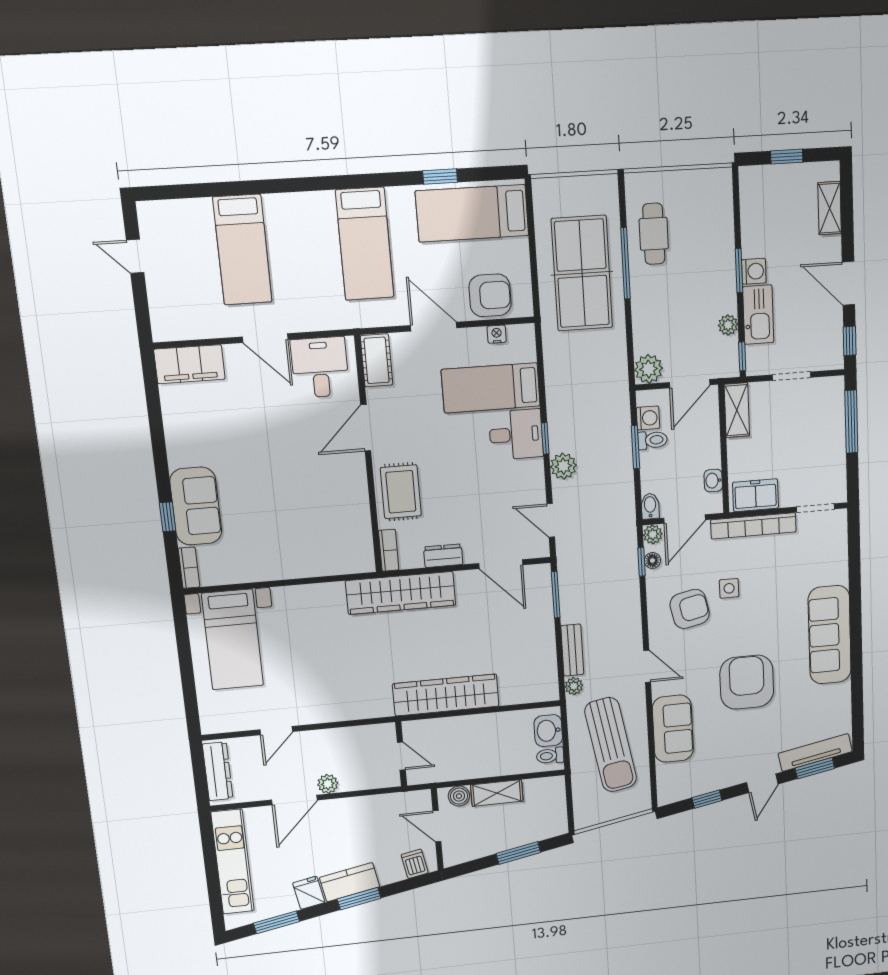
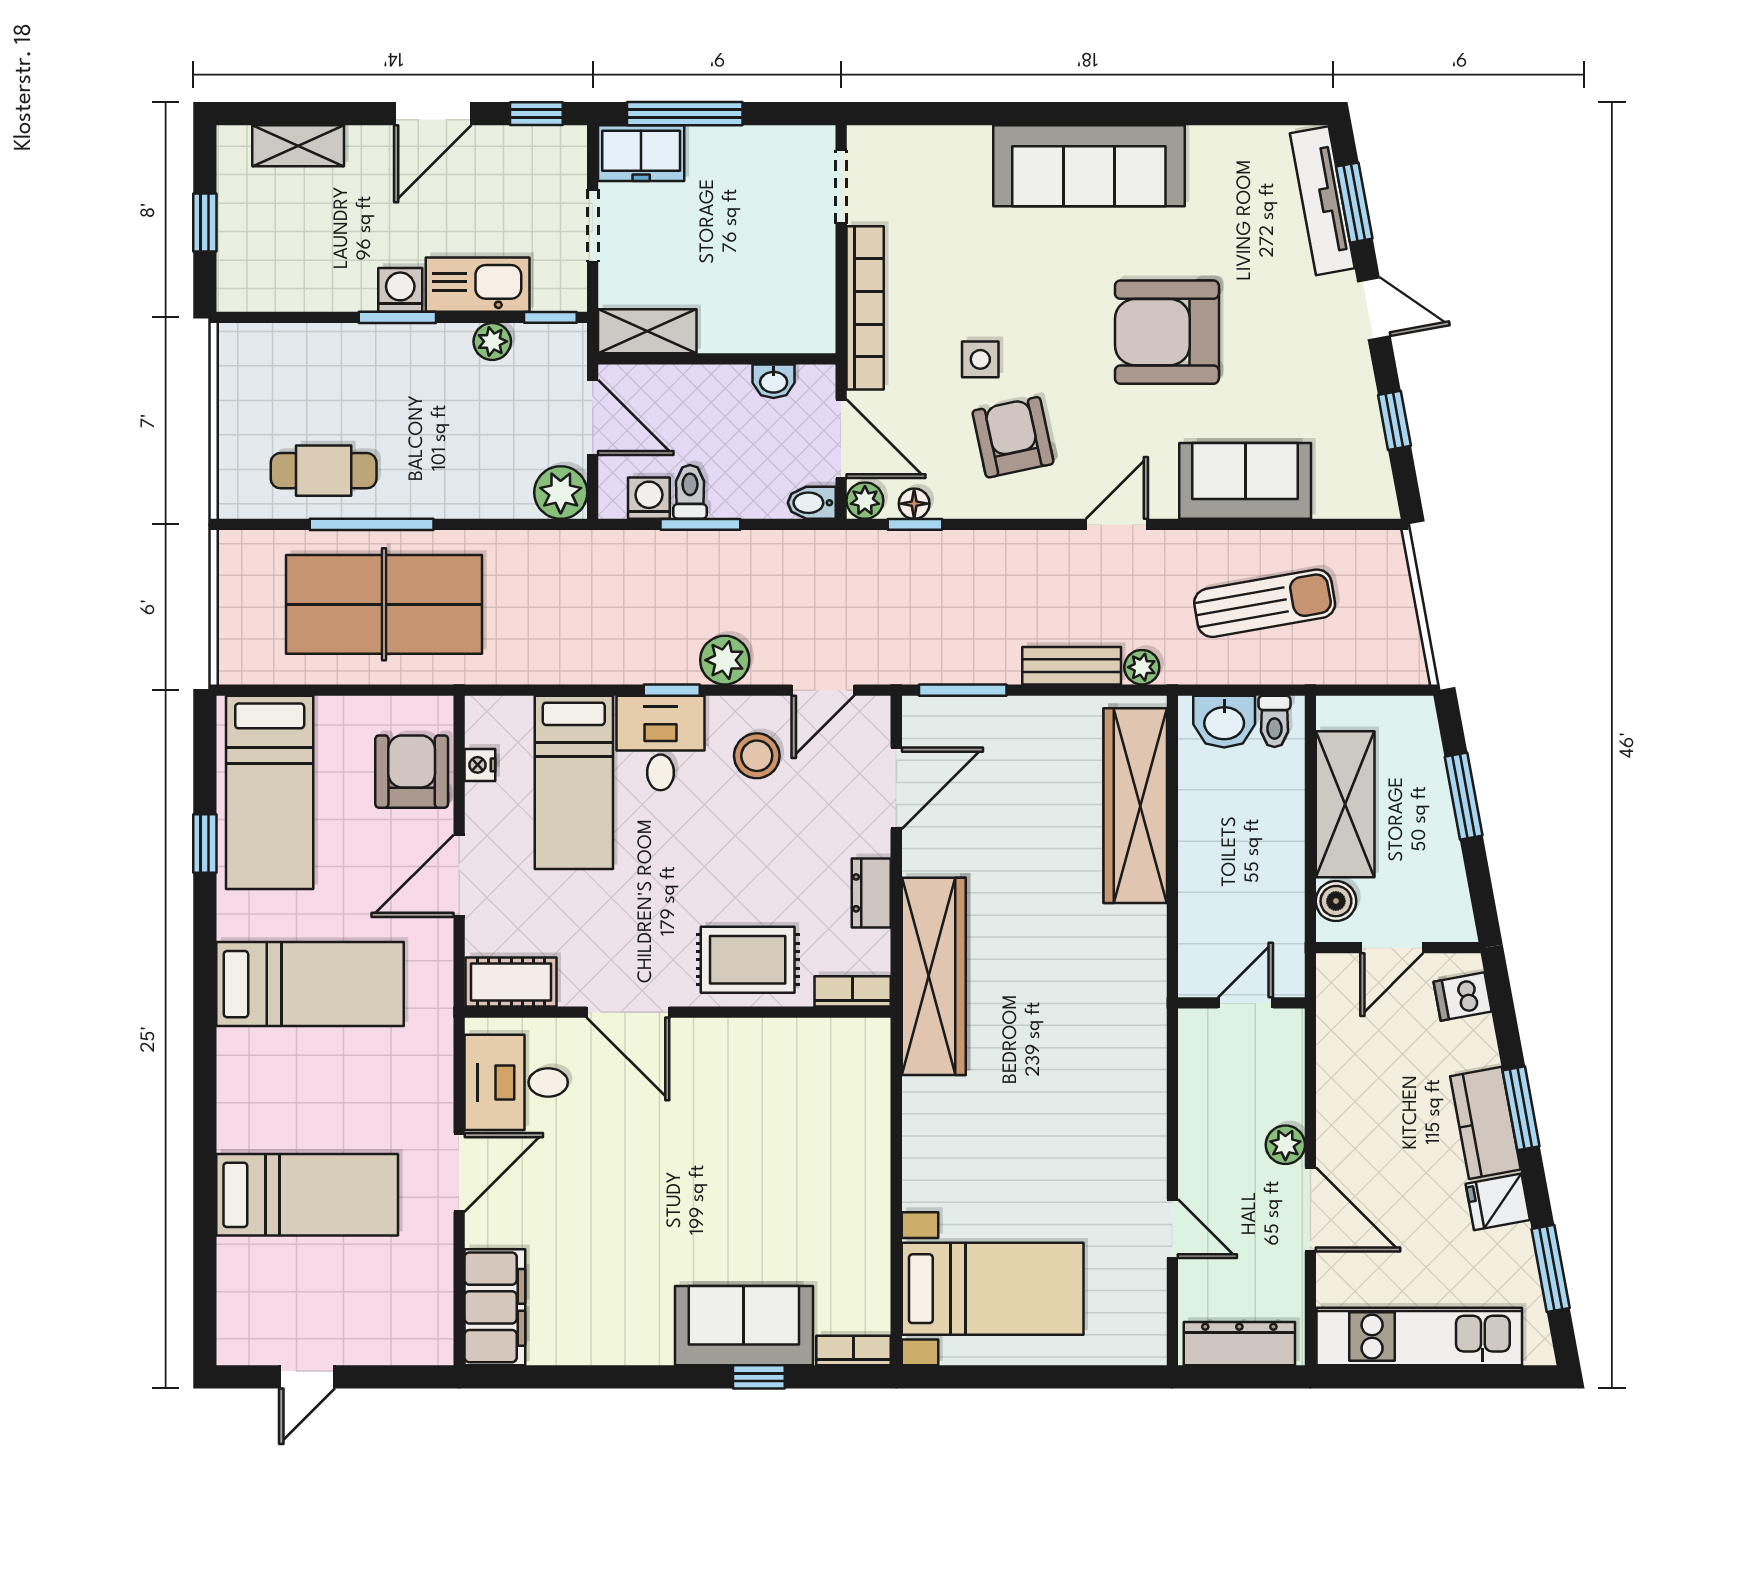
stool: (513, 488) -> (757, 756), added
freezer: (756, 495) -> (641, 153), moved, turned -90
wardrobe: (446, 695) -> (1135, 806), moved
sun lounger: (611, 745) -> (1265, 603), width x0.73, depth x0.75
shelving: (497, 793) -> (1345, 804), width x1.50, depth x1.33

